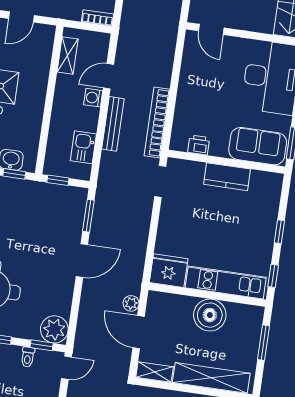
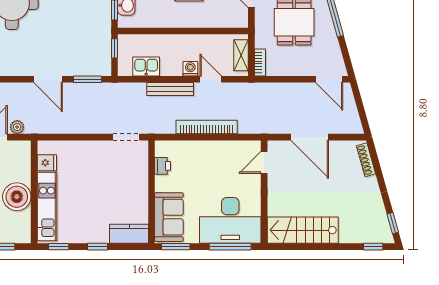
shelving: (68, 55) -> (241, 55), moved, turned 90
bookcase: (157, 123) -> (207, 127), moved
kitchen counter: (227, 177) -> (129, 234), moved, turned 90
fridge: (169, 271) -> (47, 163), width x0.53, depth x0.75

